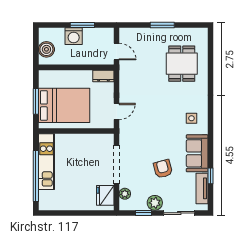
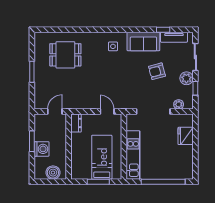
bed: (64, 105) -> (102, 157), width x0.67
kitchen unit: (46, 162) -> (133, 155), moved, turned 90
fridge: (105, 195) -> (186, 136), moved, turned 90

